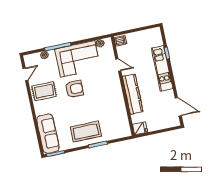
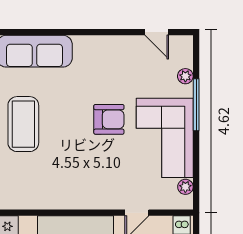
armchair: (74, 89) -> (109, 119), turned -90
rug: (44, 91) -> (117, 61), removed

